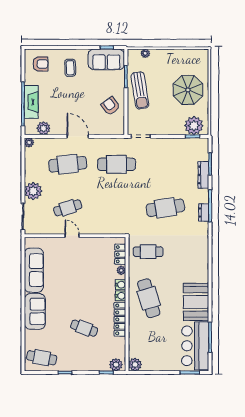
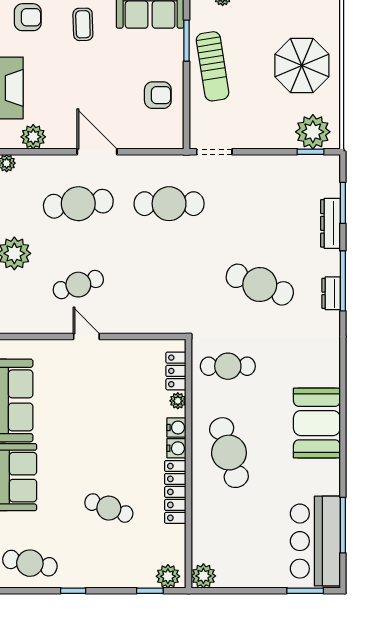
armchair: (110, 106) -> (158, 95), turned 126
cafe table: (165, 208) -> (260, 285), turned 30
booth: (196, 302) -> (317, 423), moved

